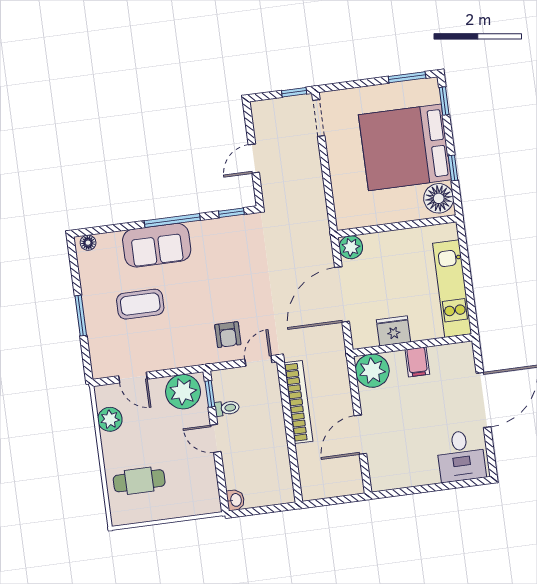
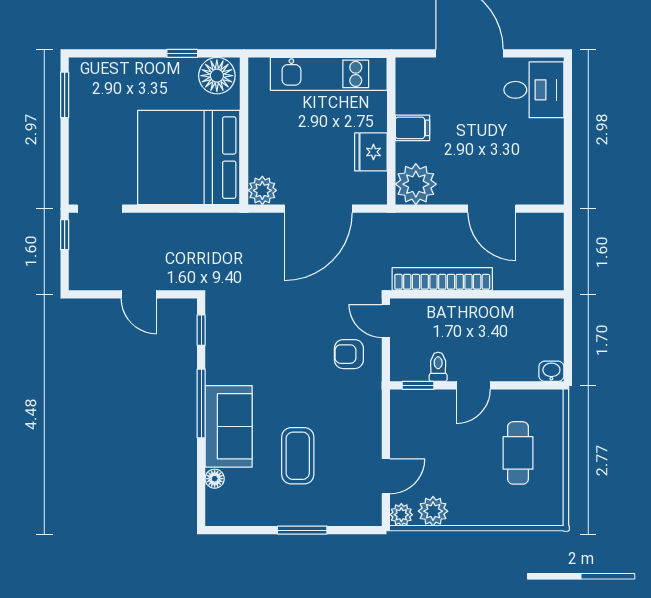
window: (444, 101) -> (99, 53), removed
bed: (405, 147) -> (189, 158), moved, turned 90
floor lamp: (88, 243) -> (215, 479), moved
door: (342, 294) -> (318, 209), hinge flipped
armchair: (228, 335) -> (349, 354), turned 180
plant: (183, 392) -> (401, 515), moved, width x0.53, depth x0.53
cafe table: (139, 481) -> (518, 453), moved

